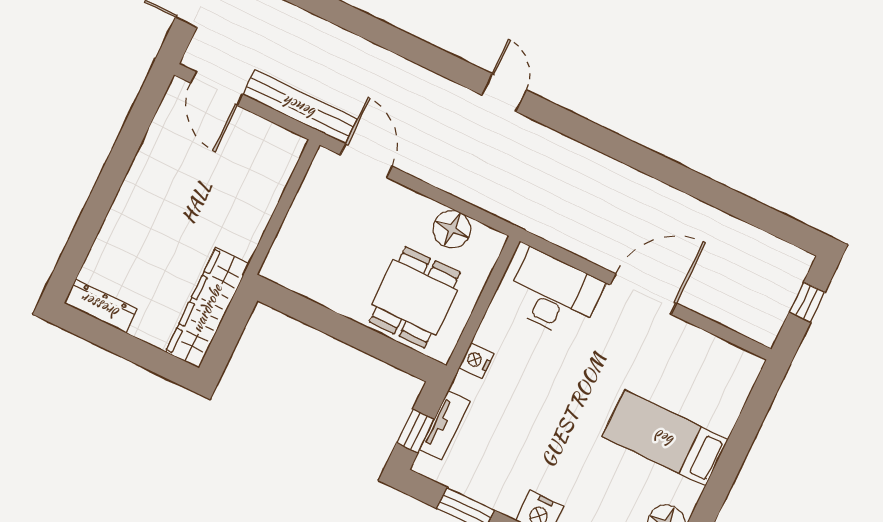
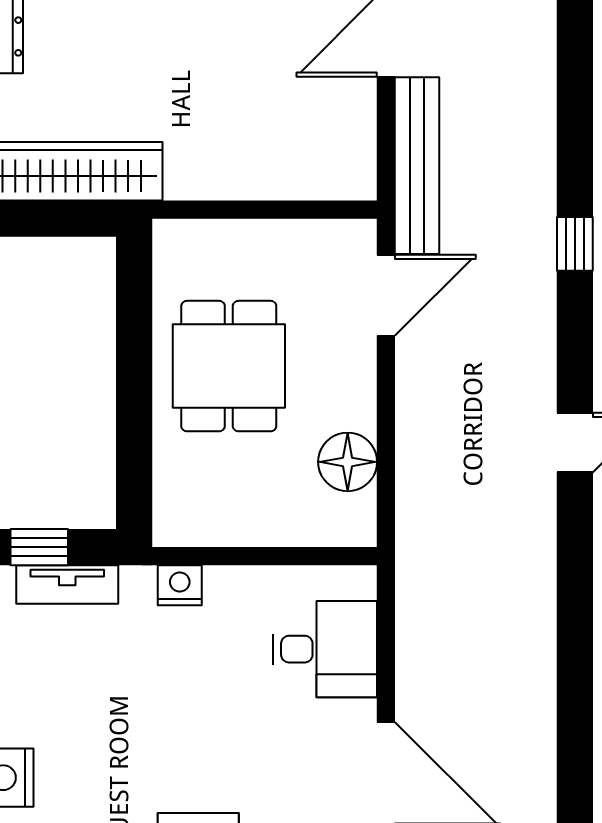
window: (389, 37) -> (575, 244), added
desk: (554, 294) -> (325, 649), width x0.73
dining table: (415, 297) -> (229, 366), moved, turned 90

